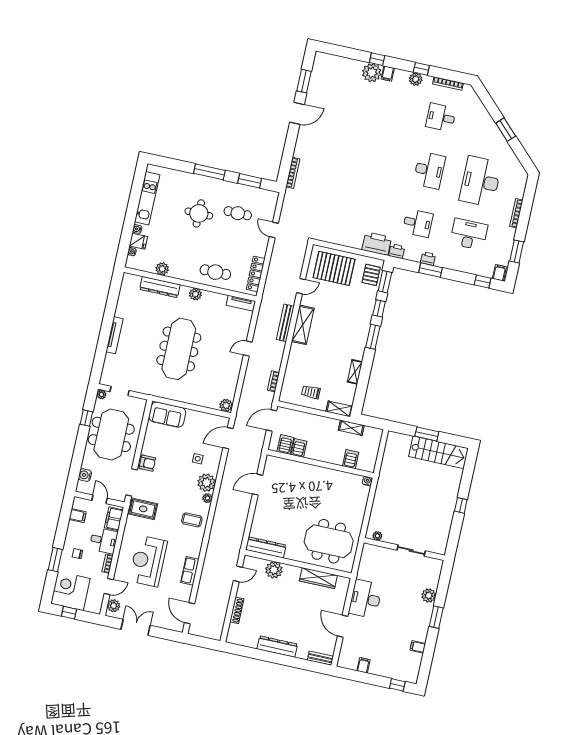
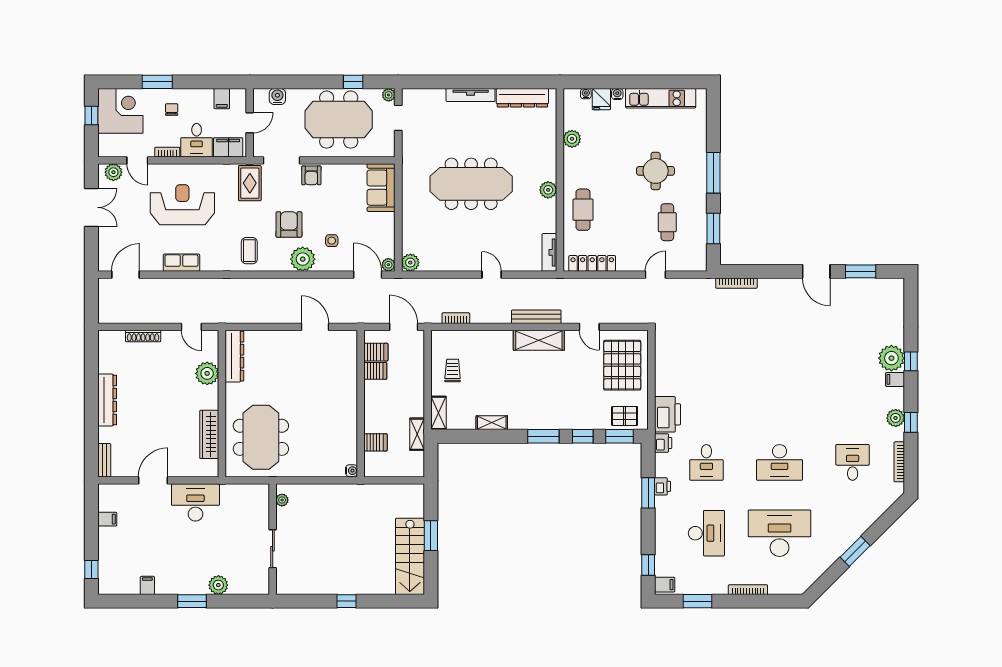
dresser: (160, 287) -> (522, 98), moved, turned -90
armchair: (179, 487) -> (289, 224), added
plant: (207, 498) -> (388, 265), moved

